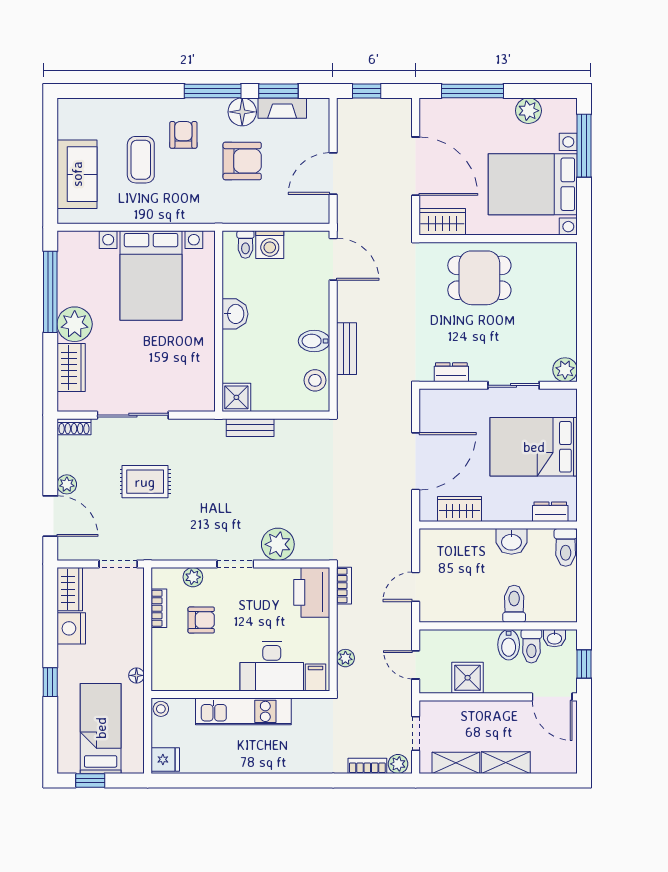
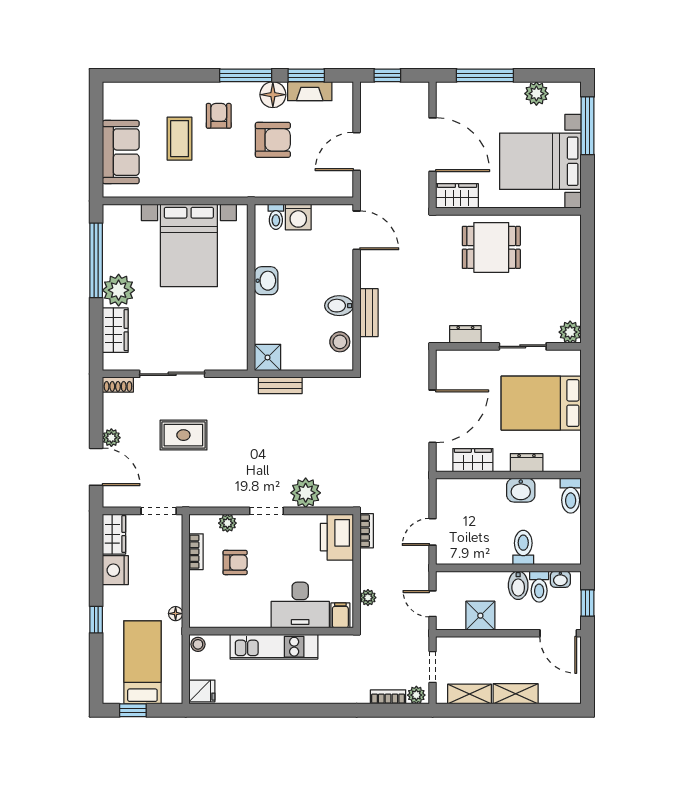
dresser: (550, 512) -> (527, 463), moved

